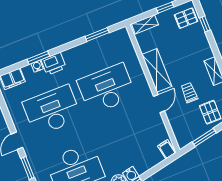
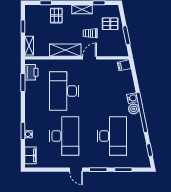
pallet: (186, 18) -> (56, 16), moved
printer: (54, 64) -> (31, 72), moved
door: (159, 104) -> (90, 58), hinge flipped
desk: (52, 110) -> (64, 136), turned 180

